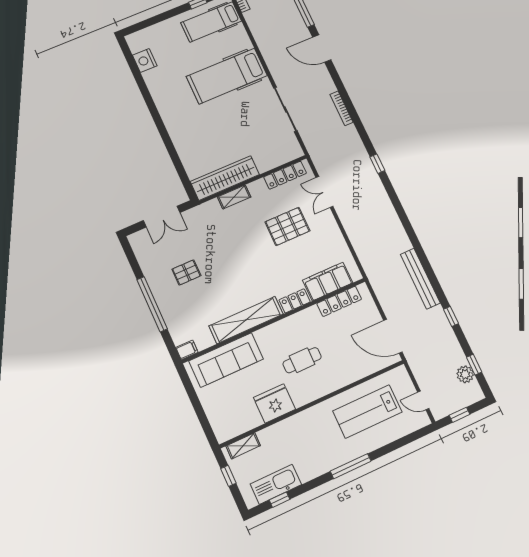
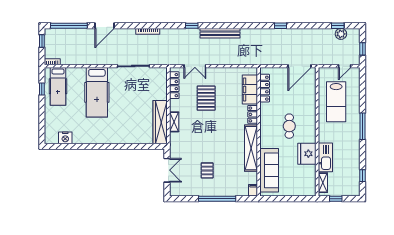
bench: (420, 279) -> (220, 33), moved
window: (451, 316) -> (281, 26), moved
kitchen sink: (276, 484) -> (325, 157), moved, turned 180

